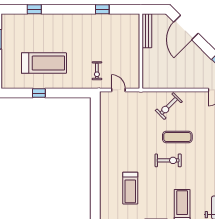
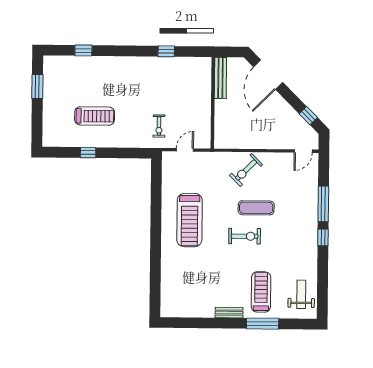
treadmill: (44, 63) -> (95, 116), width x0.73, depth x0.73
door: (118, 90) -> (185, 150), hinge flipped
treadmill: (130, 188) -> (190, 220), moved, width x1.37, depth x1.38

